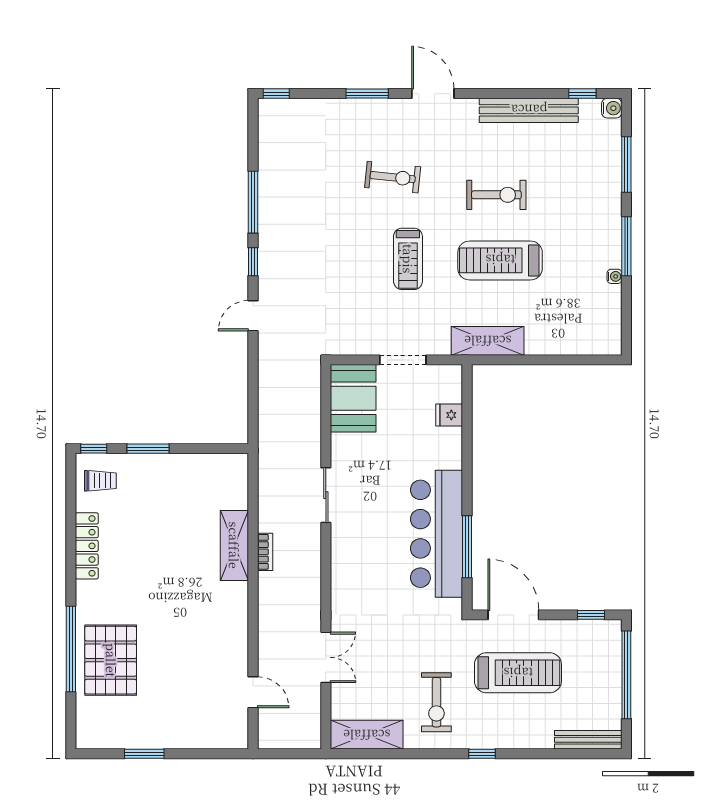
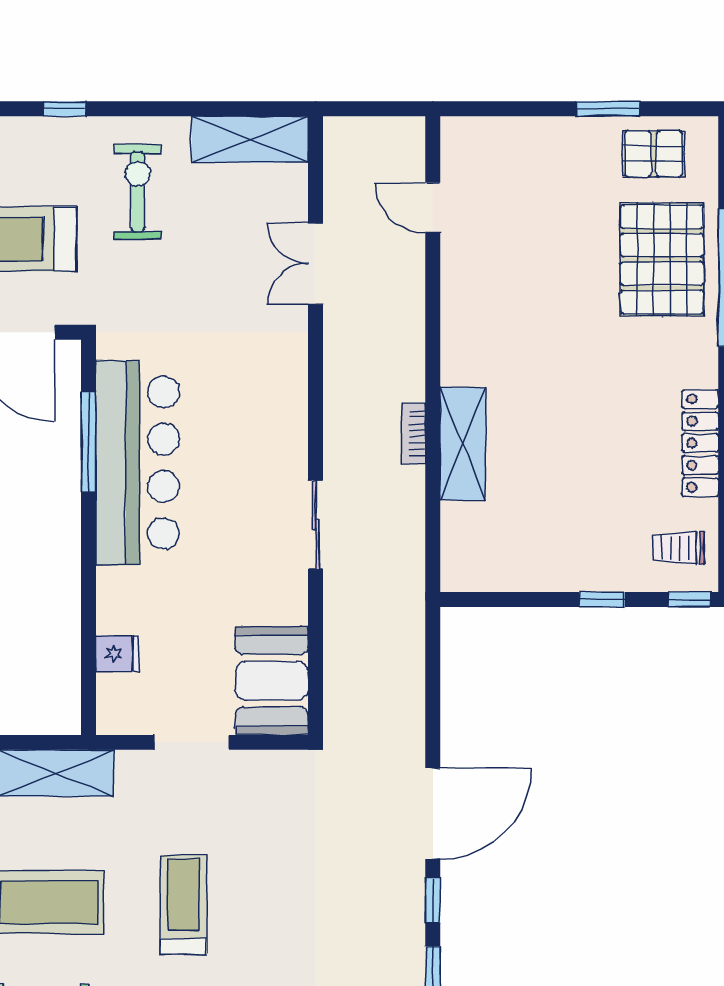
door: (253, 316) -> (433, 813), width x1.87
window: (148, 449) -> (602, 600), width x0.67
pallet: (116, 726) -> (654, 154), added

